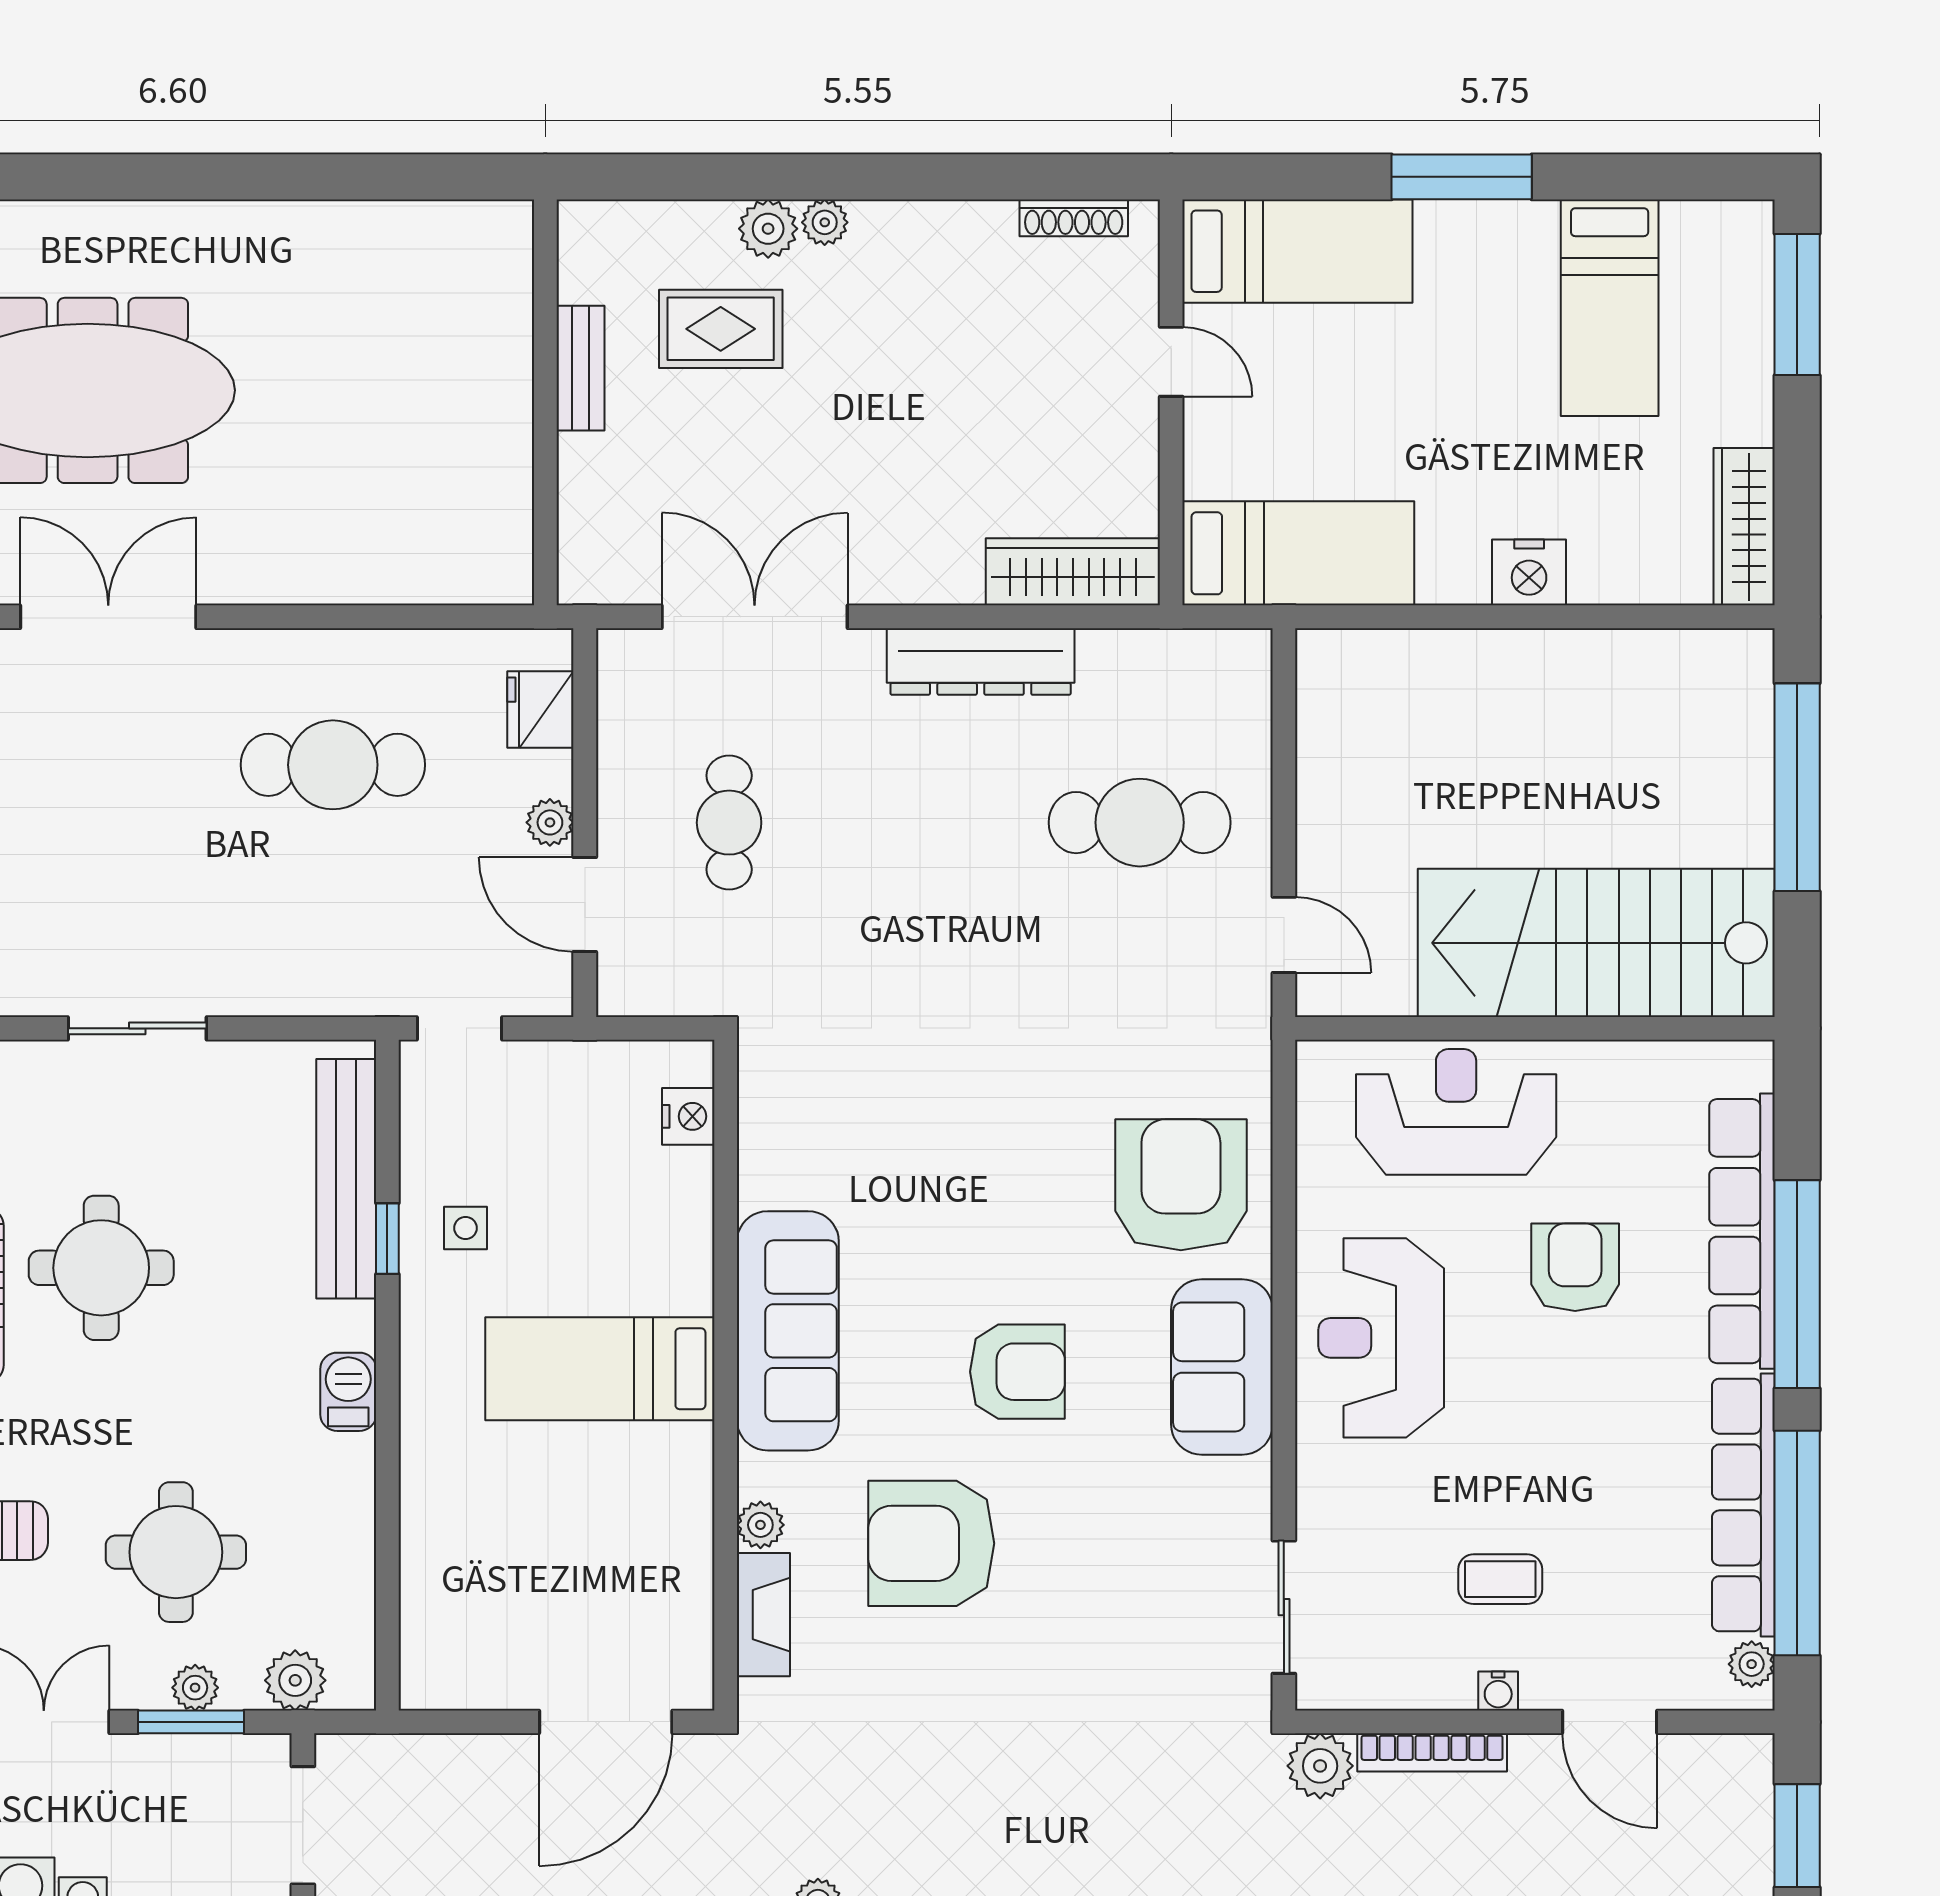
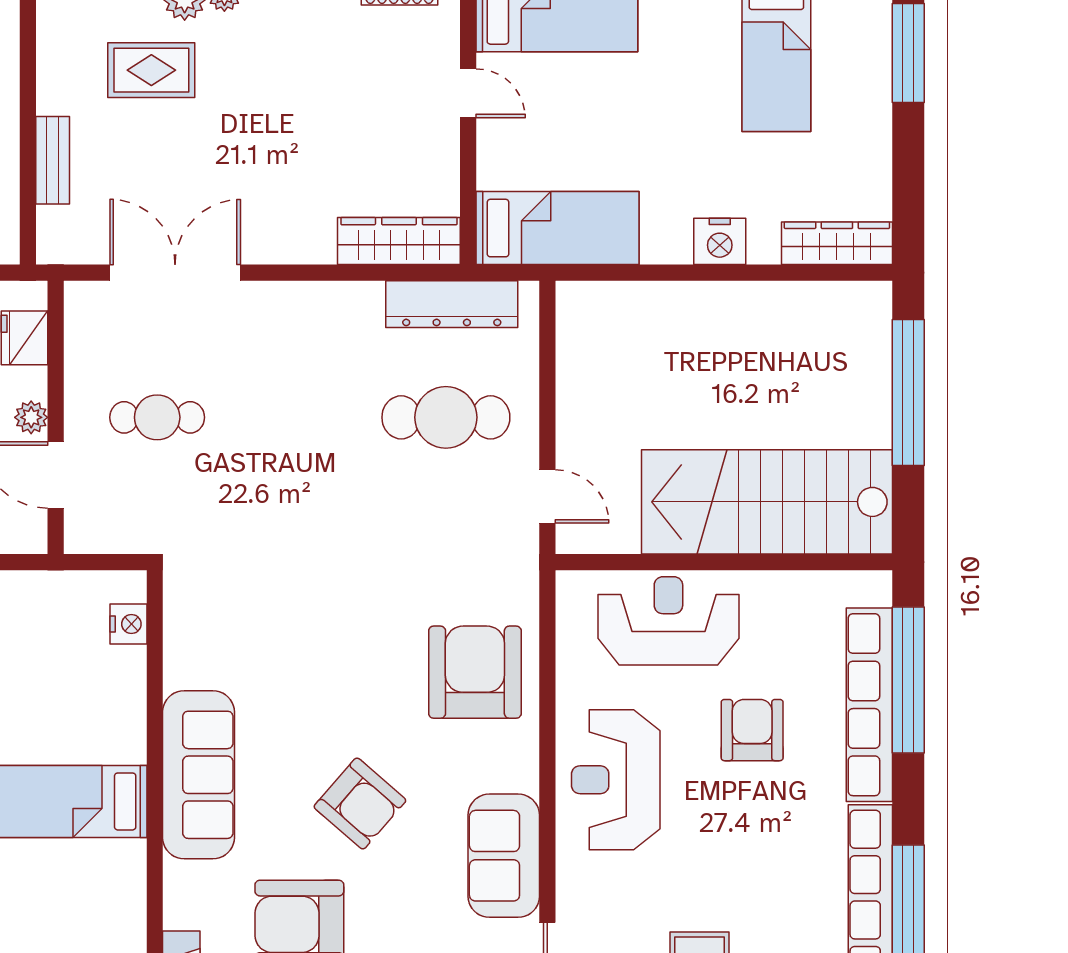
bench: (580, 368) -> (53, 160), moved
wardrobe: (1744, 527) -> (837, 243), moved, turned 90
dresser: (981, 661) -> (452, 304), moved
cafe table: (729, 823) -> (157, 417), turned 90
window: (1797, 1284) -> (908, 680), moved
sofa: (1222, 1367) -> (504, 856), moved
armchair: (1017, 1372) -> (360, 804), turned 41
plant: (760, 1525) -> (179, 911), removed

